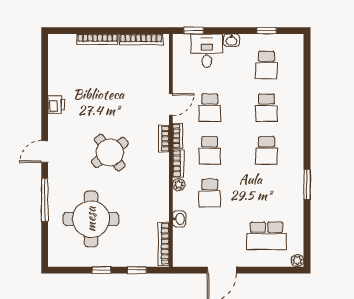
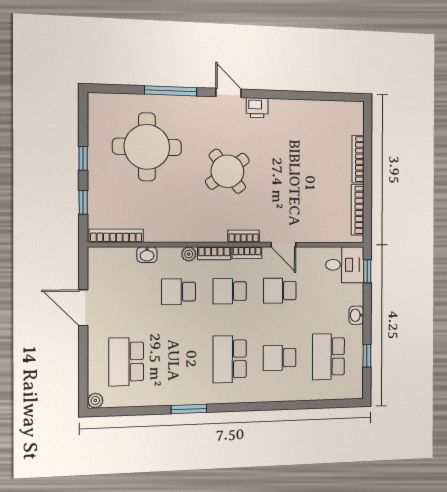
desk: (207, 51) -> (345, 265), moved
school desk: (267, 65) -> (329, 357), width x1.85
printer: (56, 105) -> (257, 108), moved
school desk: (267, 150) -> (230, 359), width x1.85

